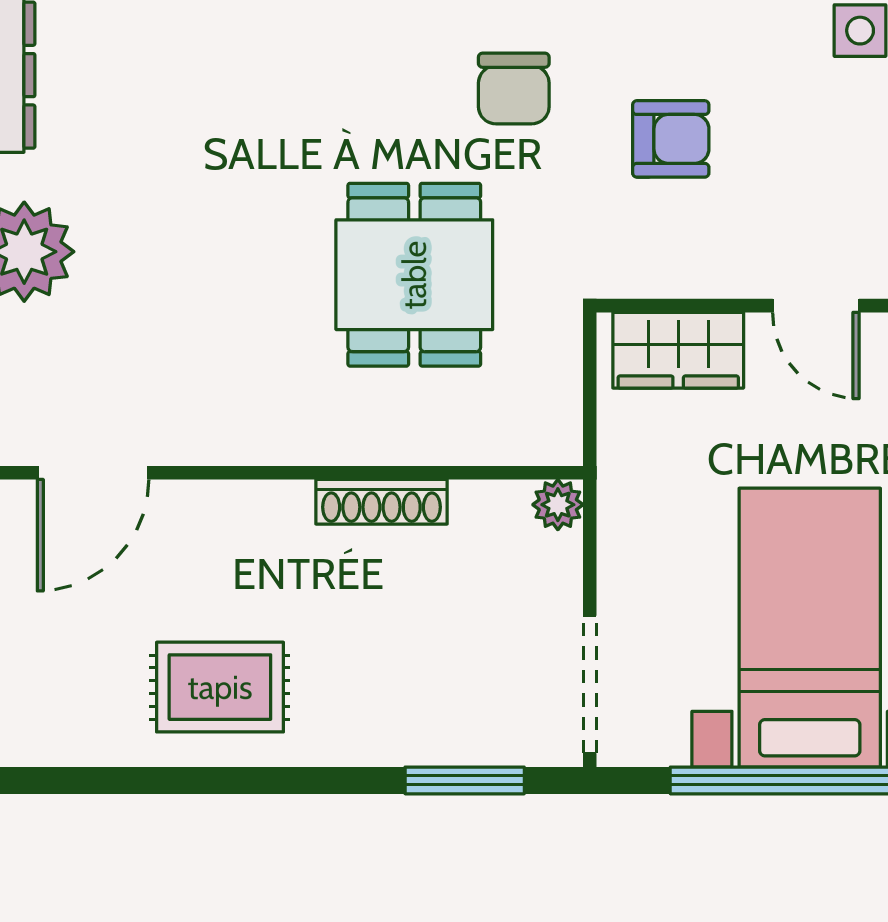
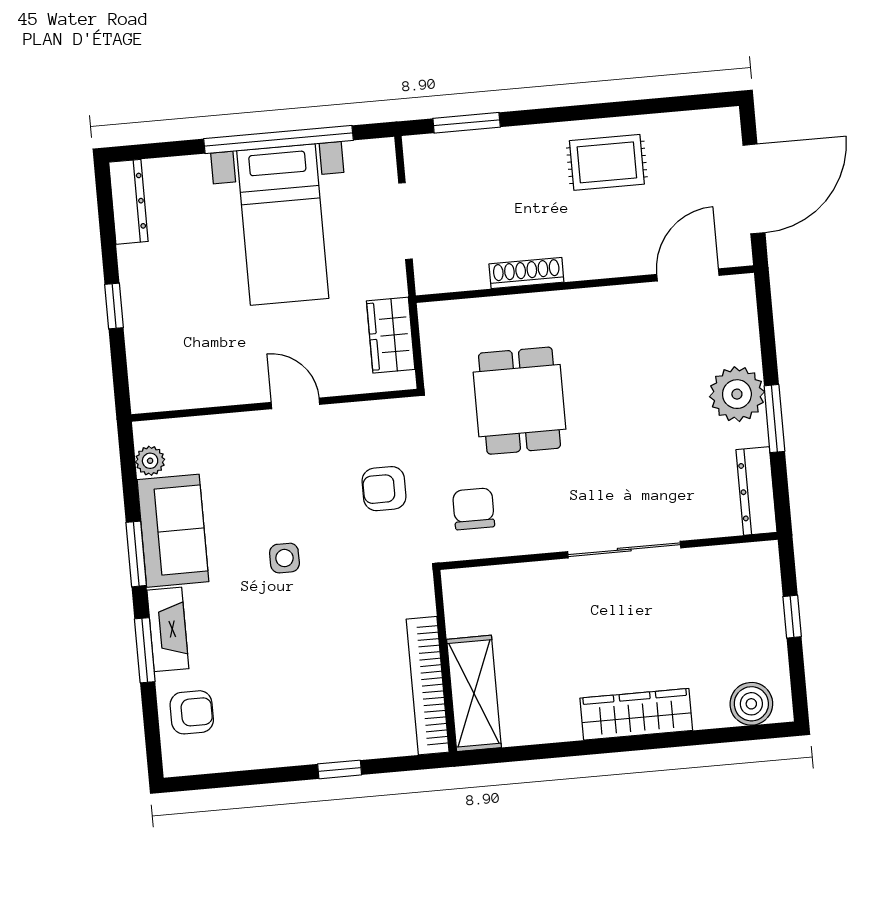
wardrobe: (678, 350) -> (391, 335), moved, turned -90
plant: (558, 505) -> (429, 280), removed
doorway: (590, 684) -> (405, 221), moved

